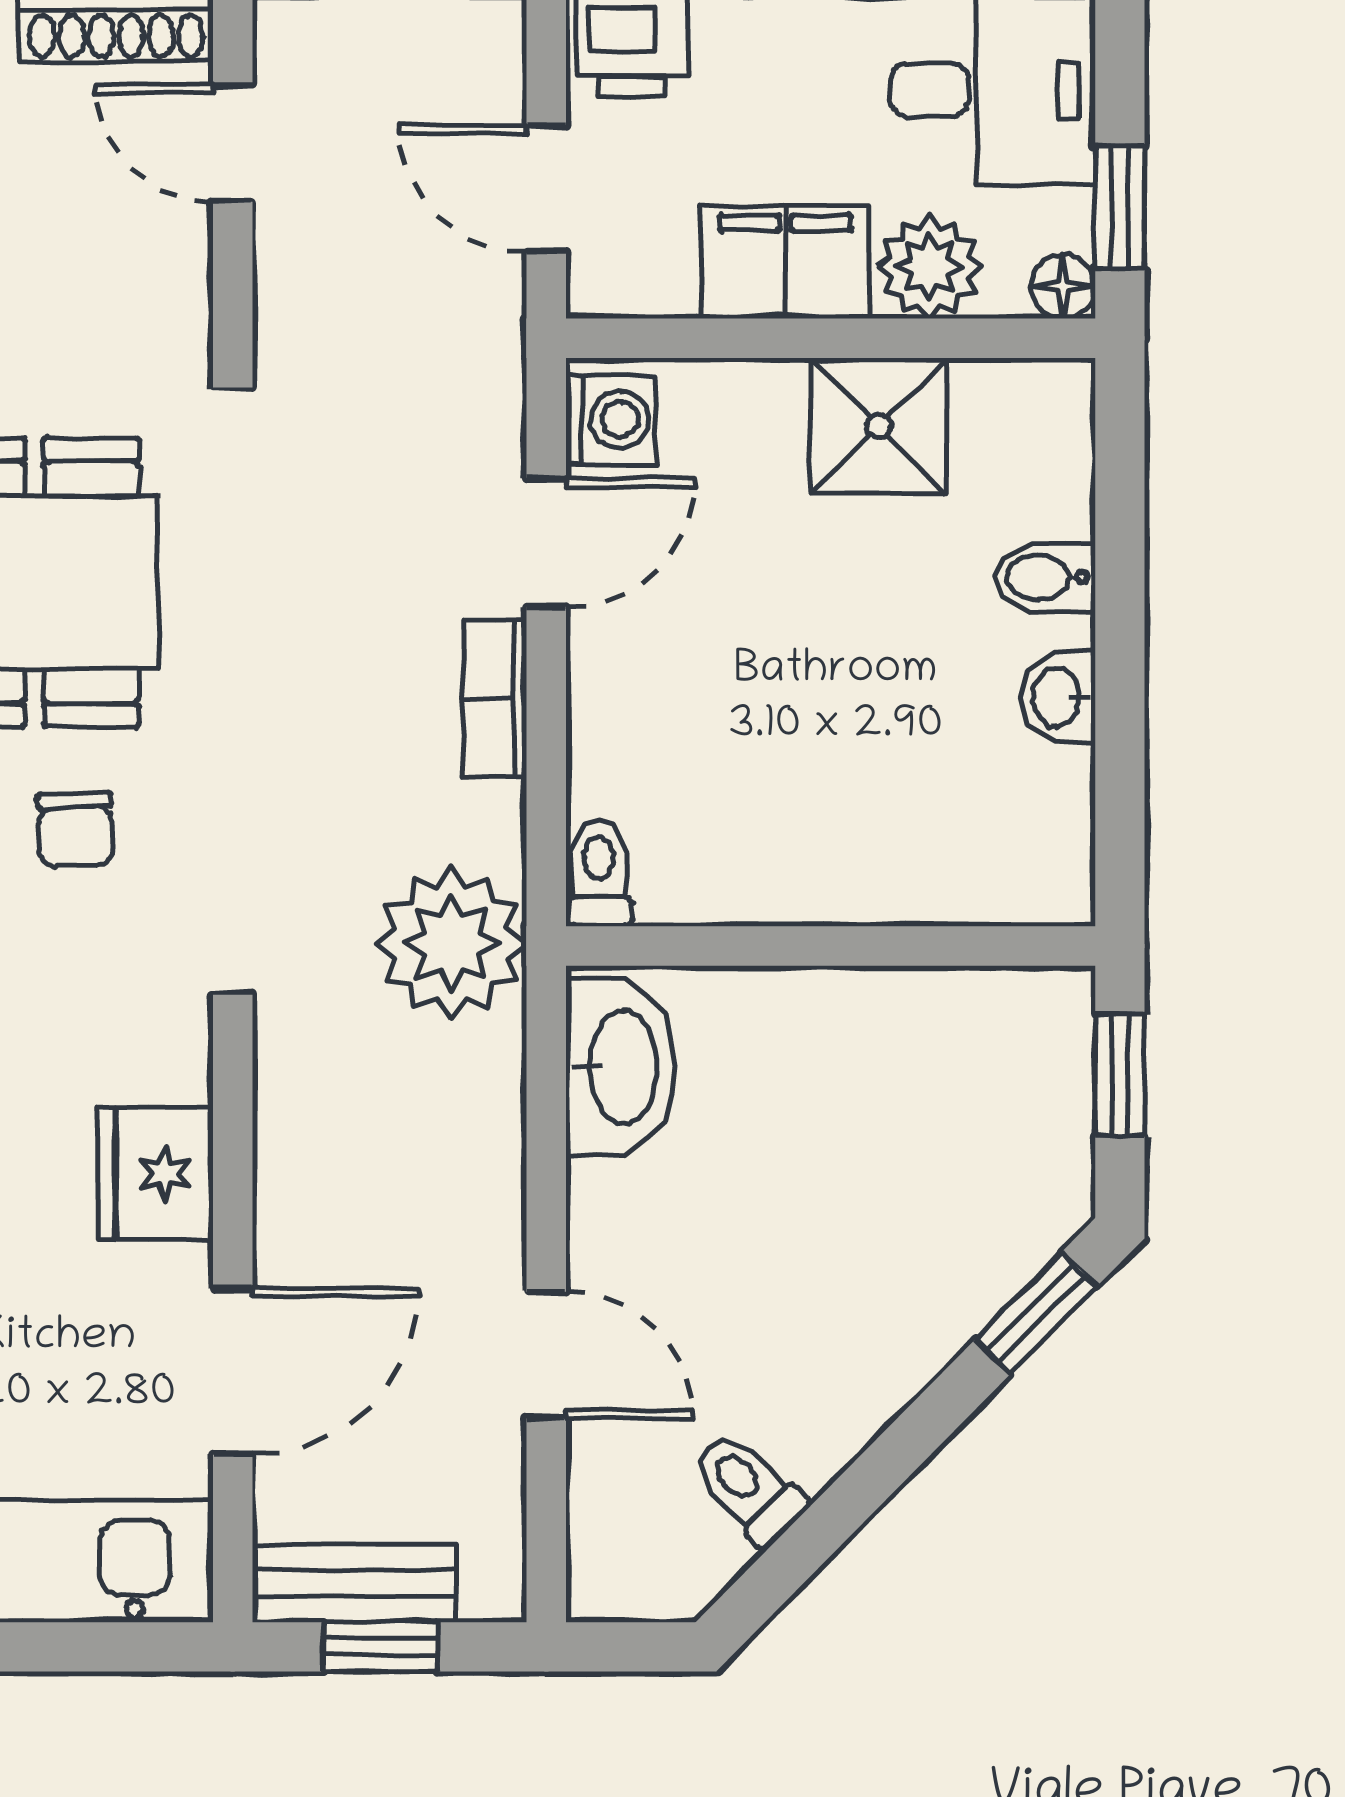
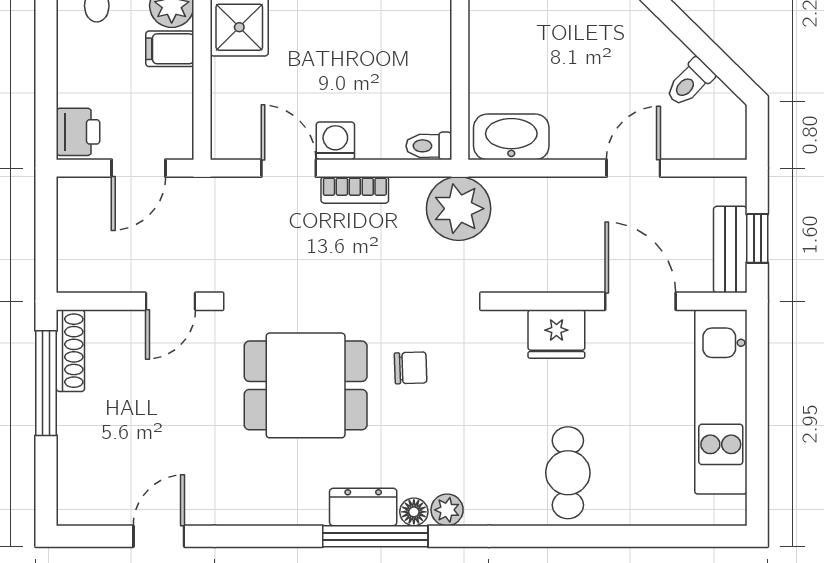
door: (233, 143) -> (171, 301), moved
filing cabinet: (785, 262) -> (170, 49), width x0.50
washing machine: (611, 419) -> (335, 141), moved

